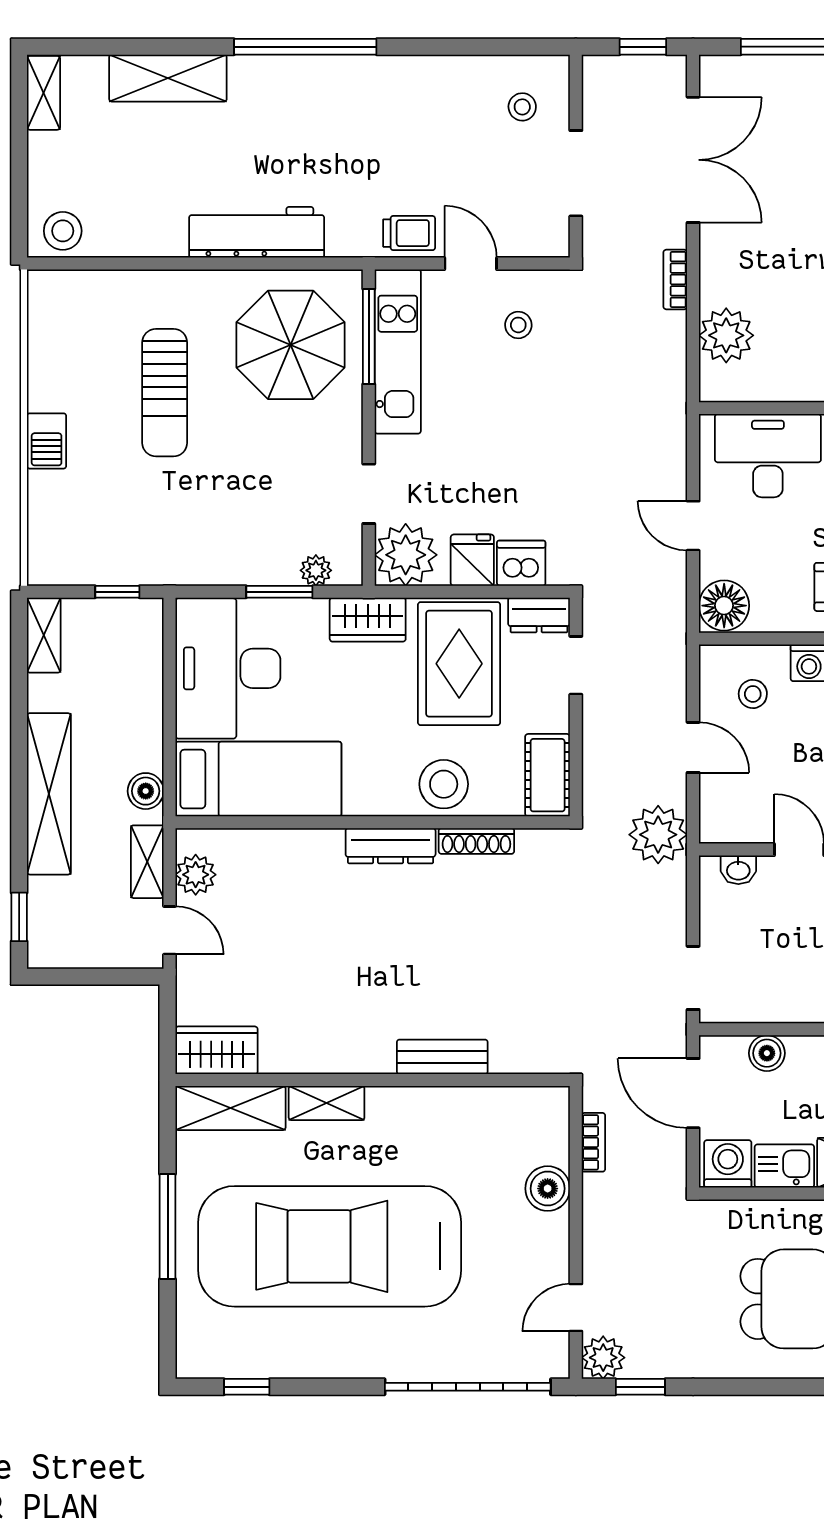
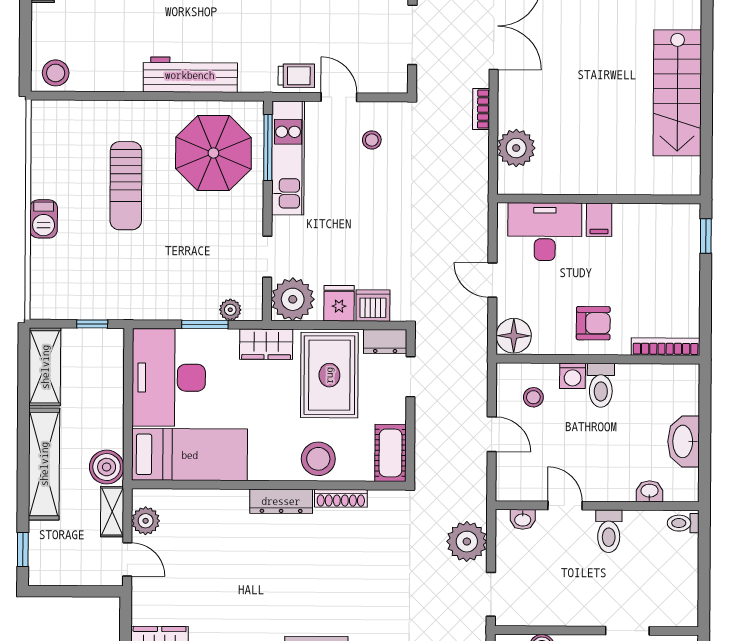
shelving: (44, 635) -> (45, 367), width x1.50, depth x1.33
boiler: (146, 791) -> (107, 467), width x1.36, depth x1.36
plant: (658, 835) -> (467, 542), moved

